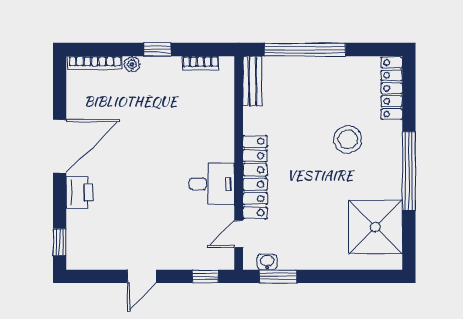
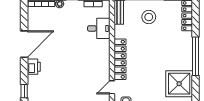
stool: (348, 139) -> (149, 17), moved
desk: (212, 184) -> (99, 28), moved

